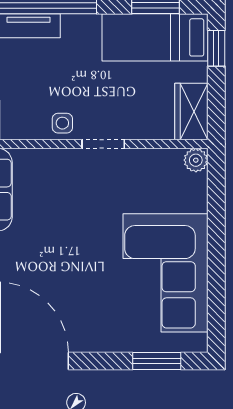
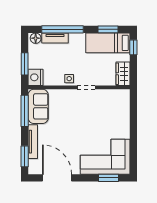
plant: (196, 160) -> (125, 94), removed
corner sofa: (165, 273) -> (105, 157), moved, turned 90

